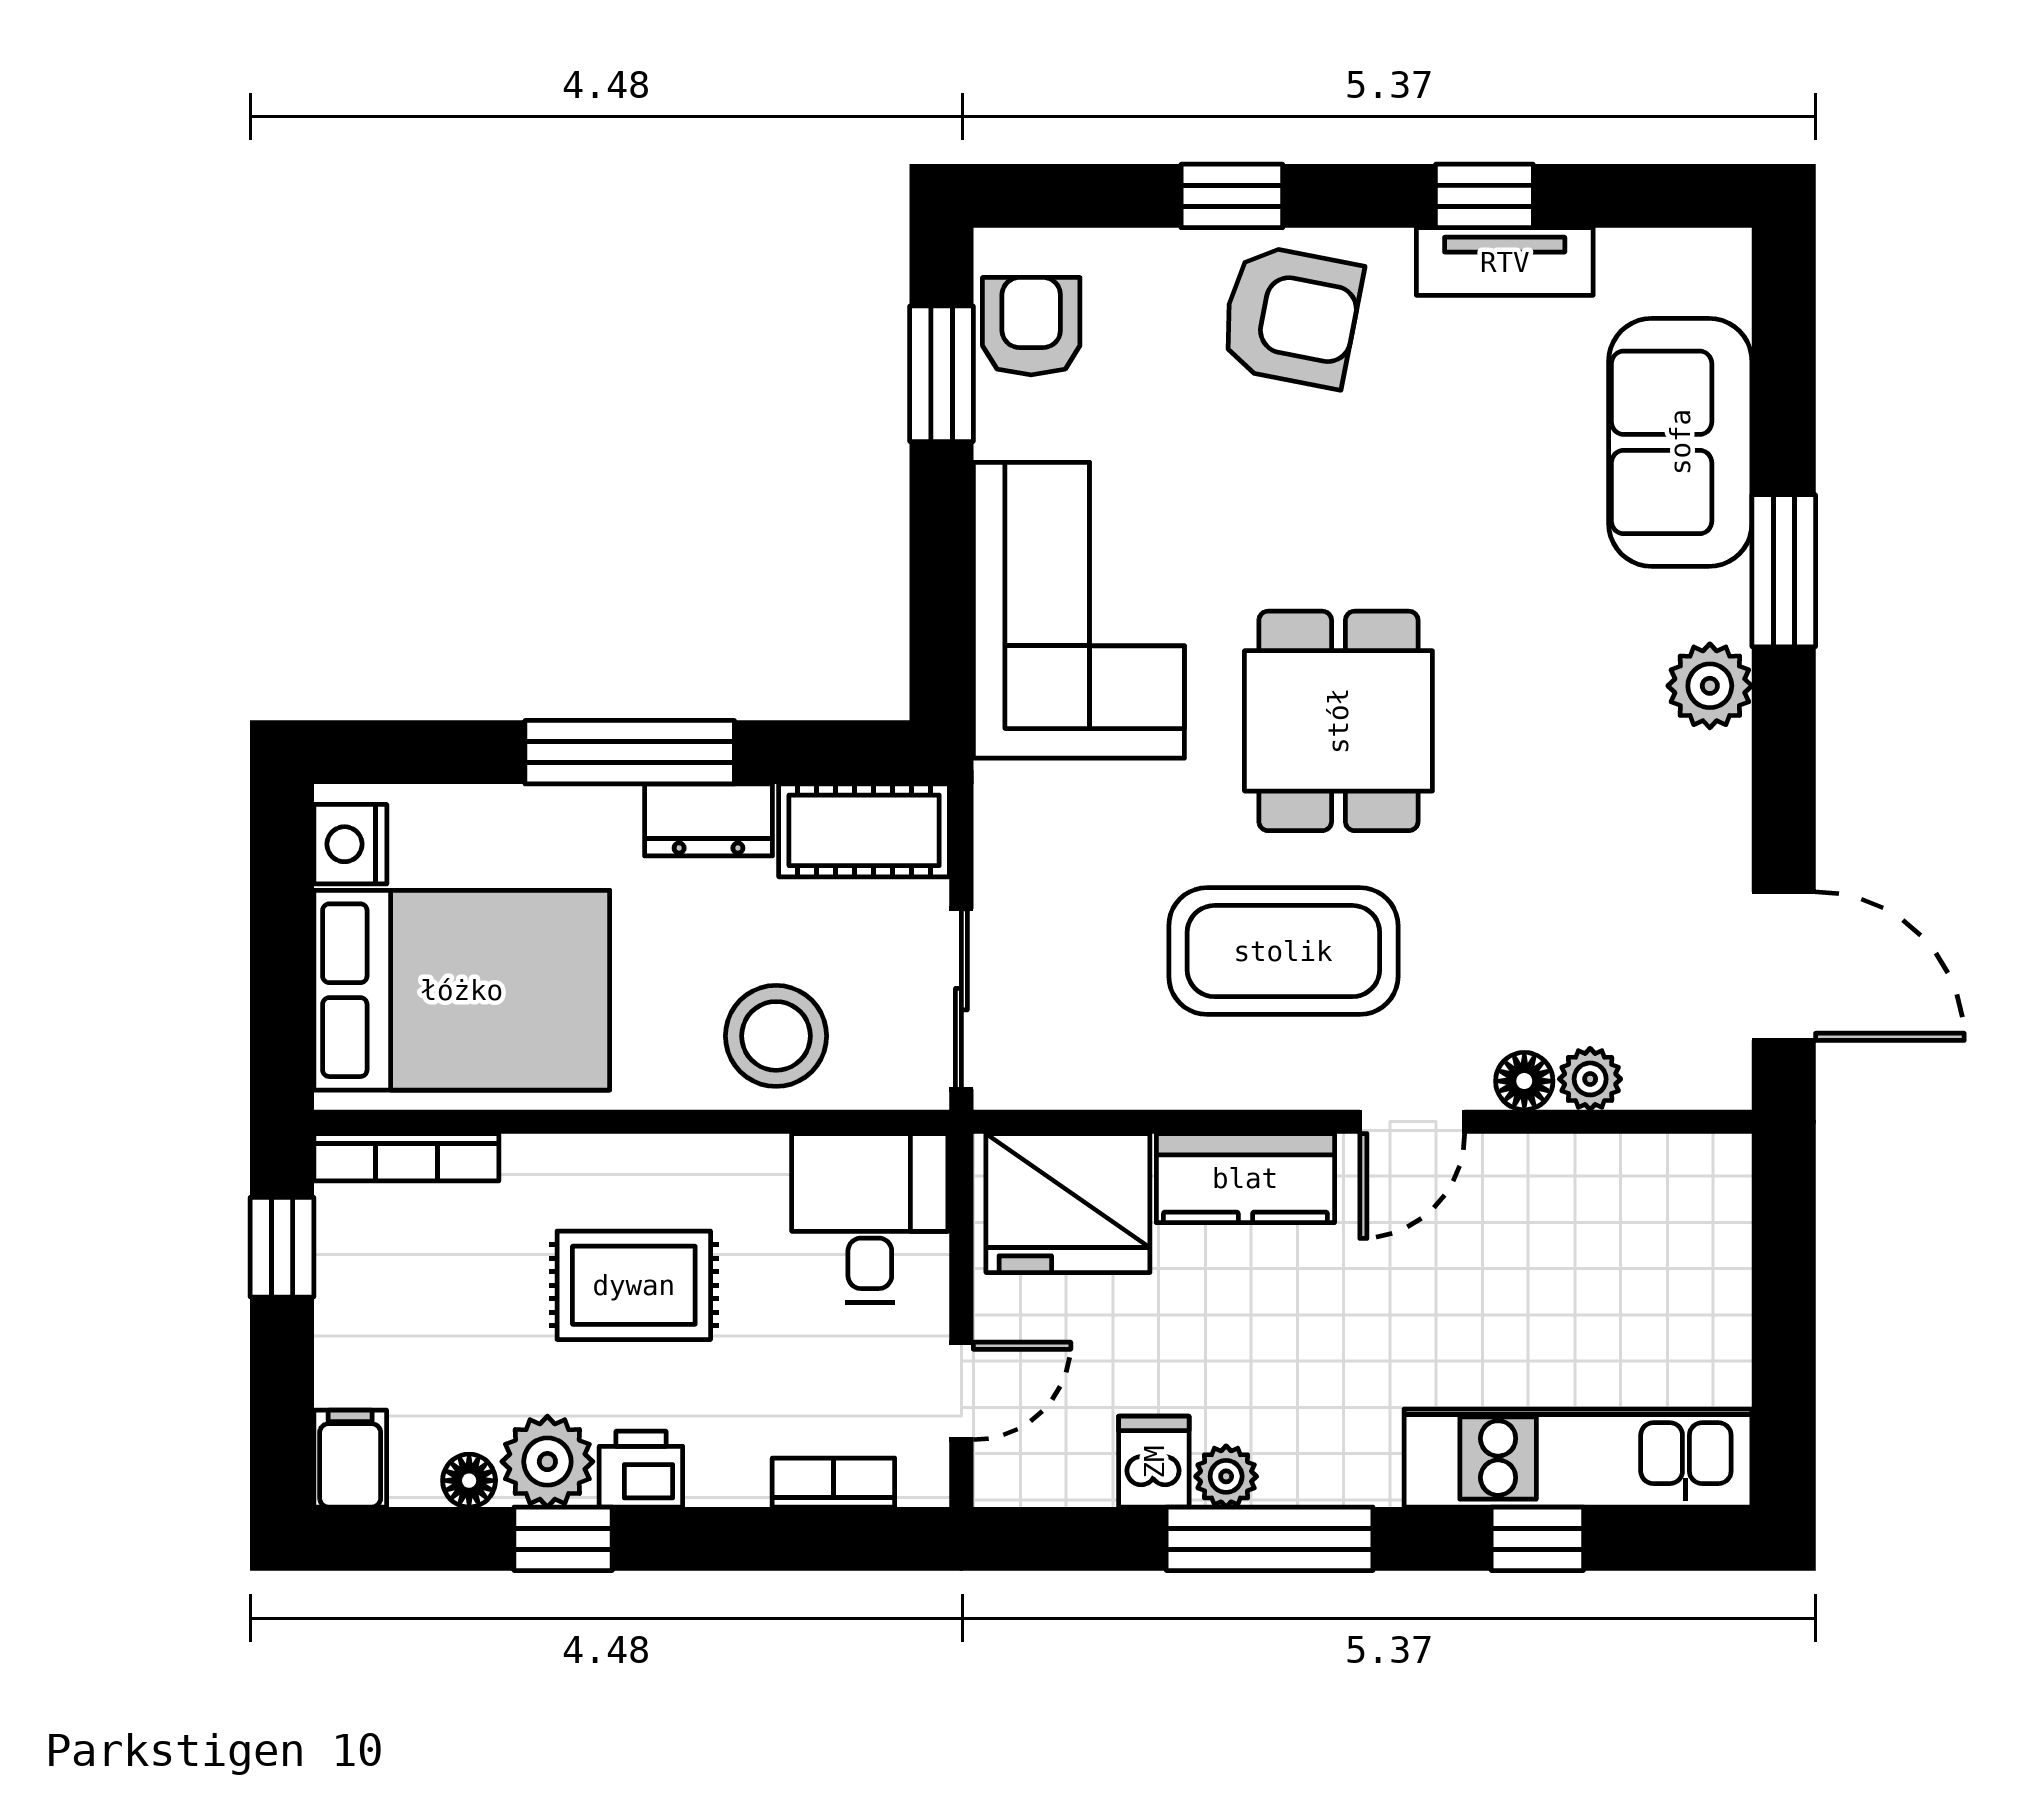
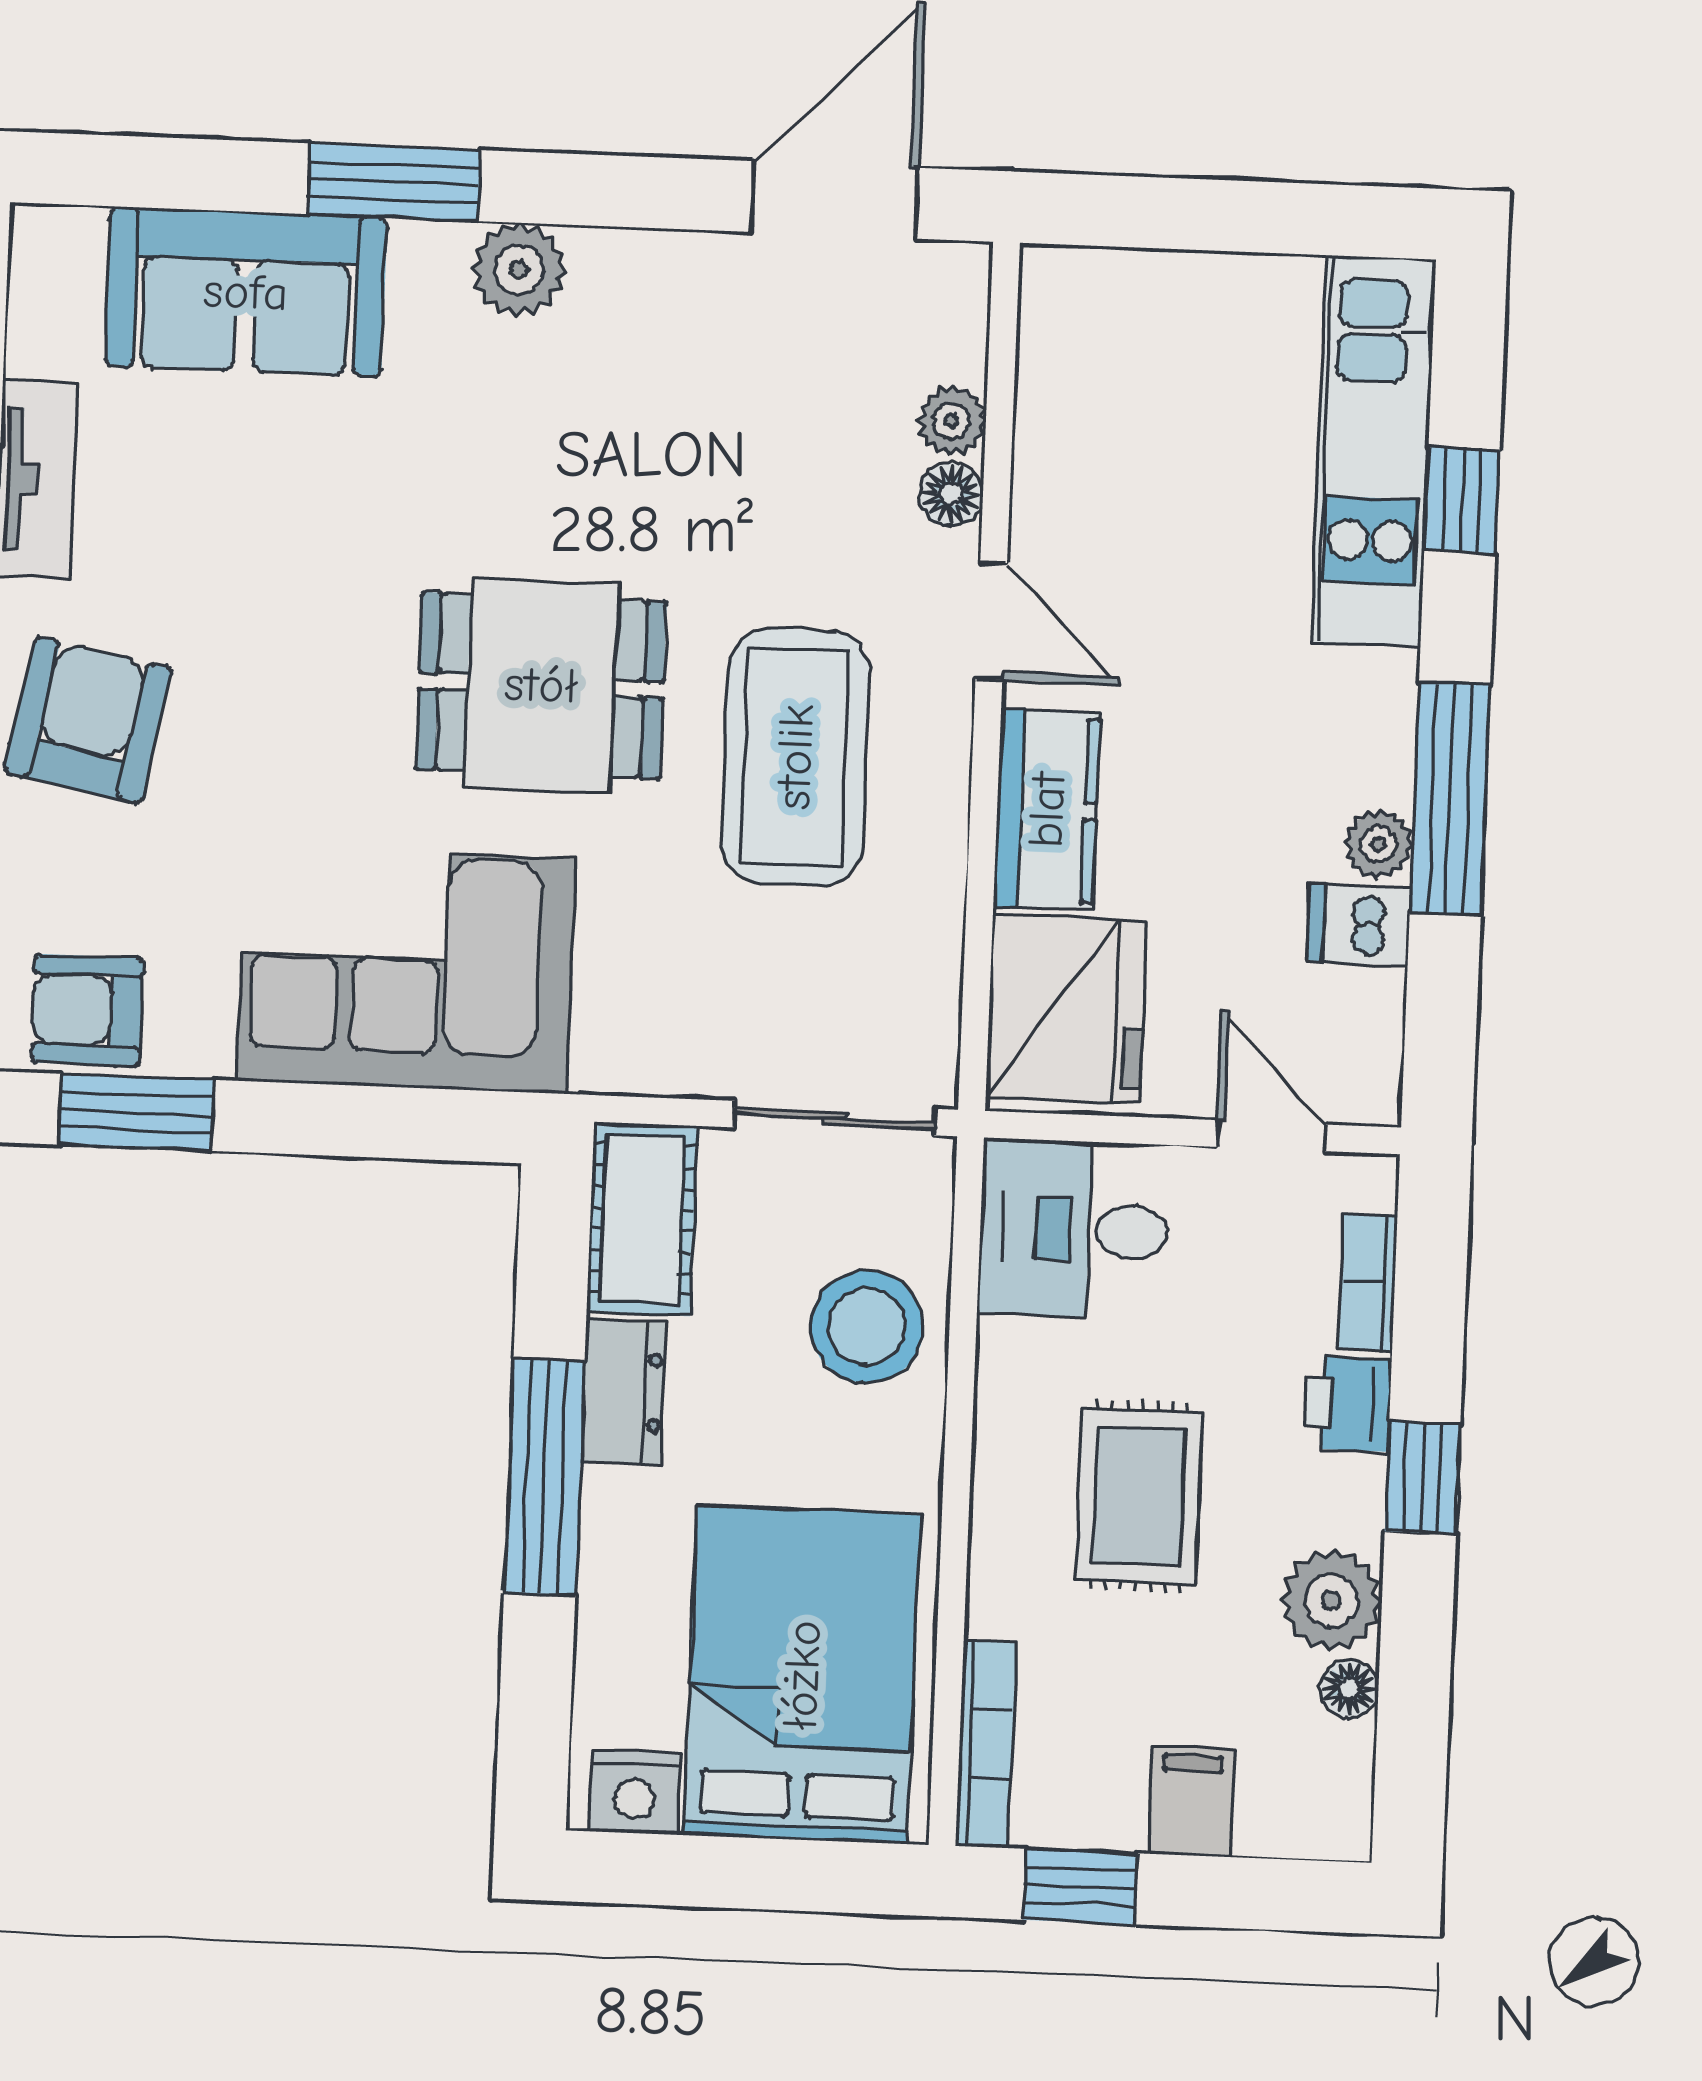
filing cabinet: (350, 1459) -> (1192, 1801), moved, turned 90
printer: (641, 1469) -> (1348, 1404), moved
window: (563, 1539) -> (1423, 1478), moved

